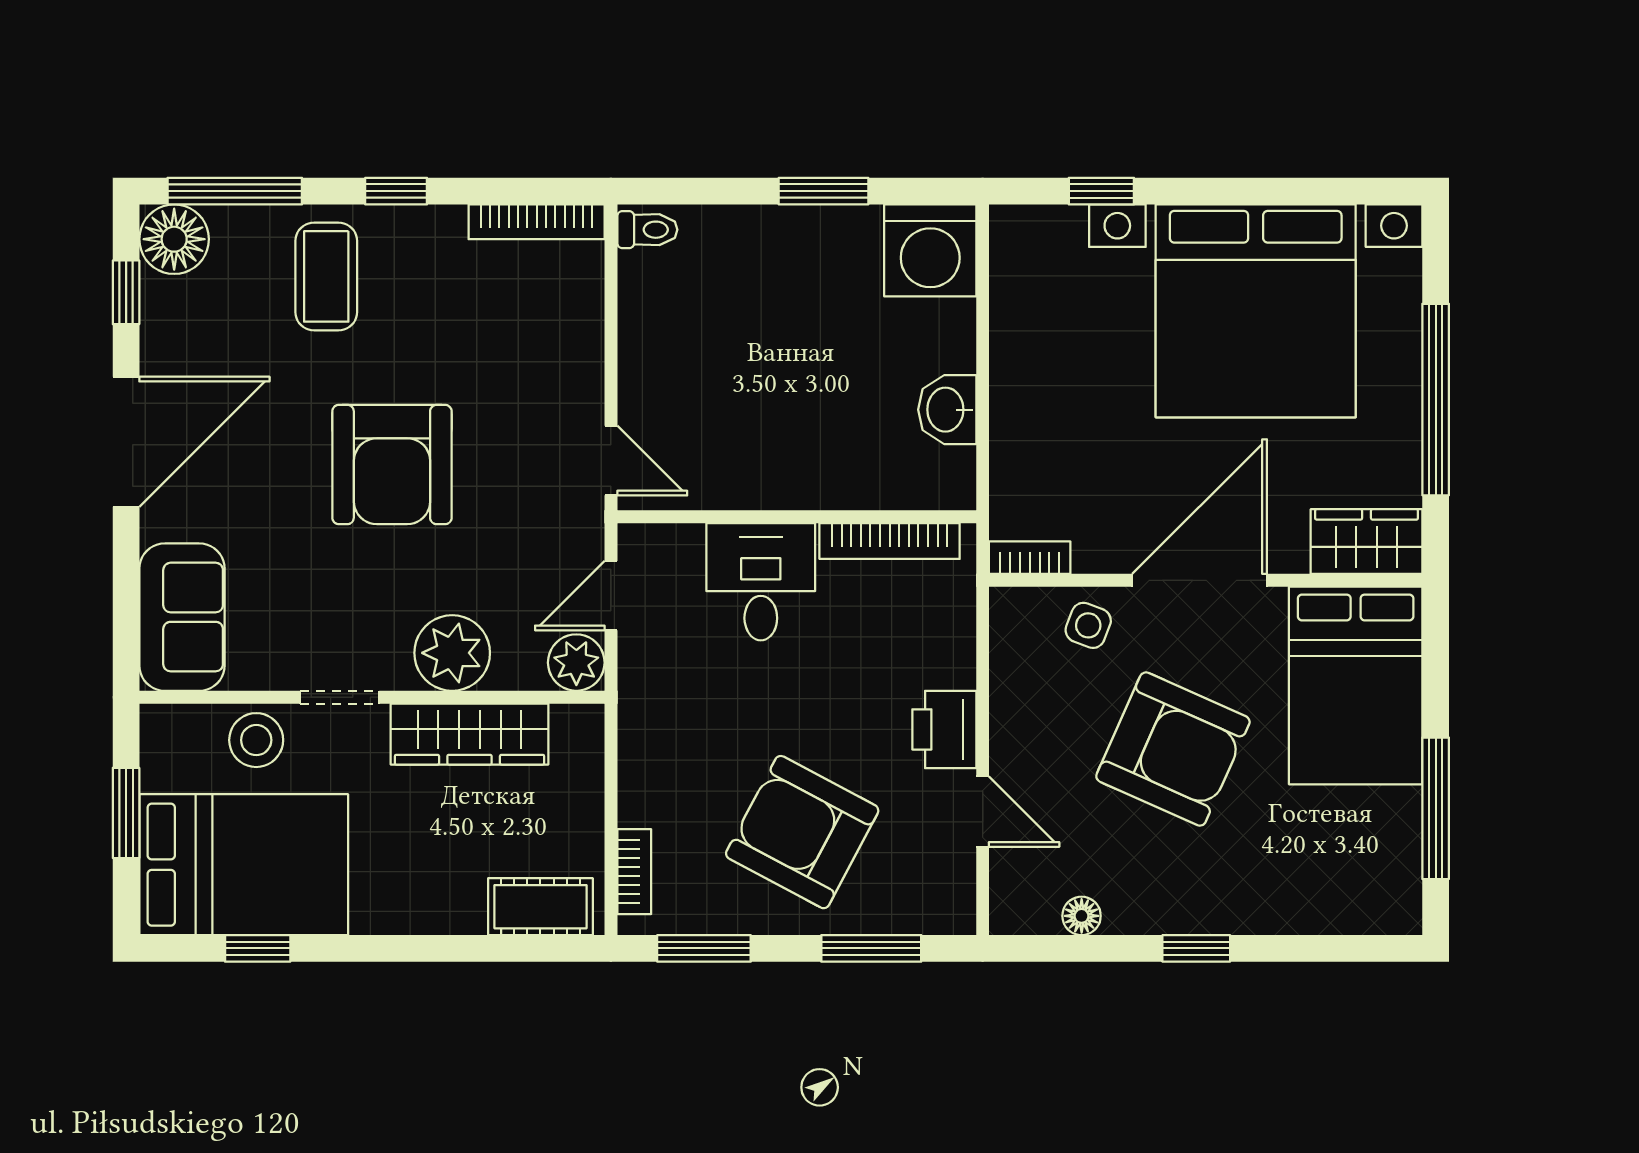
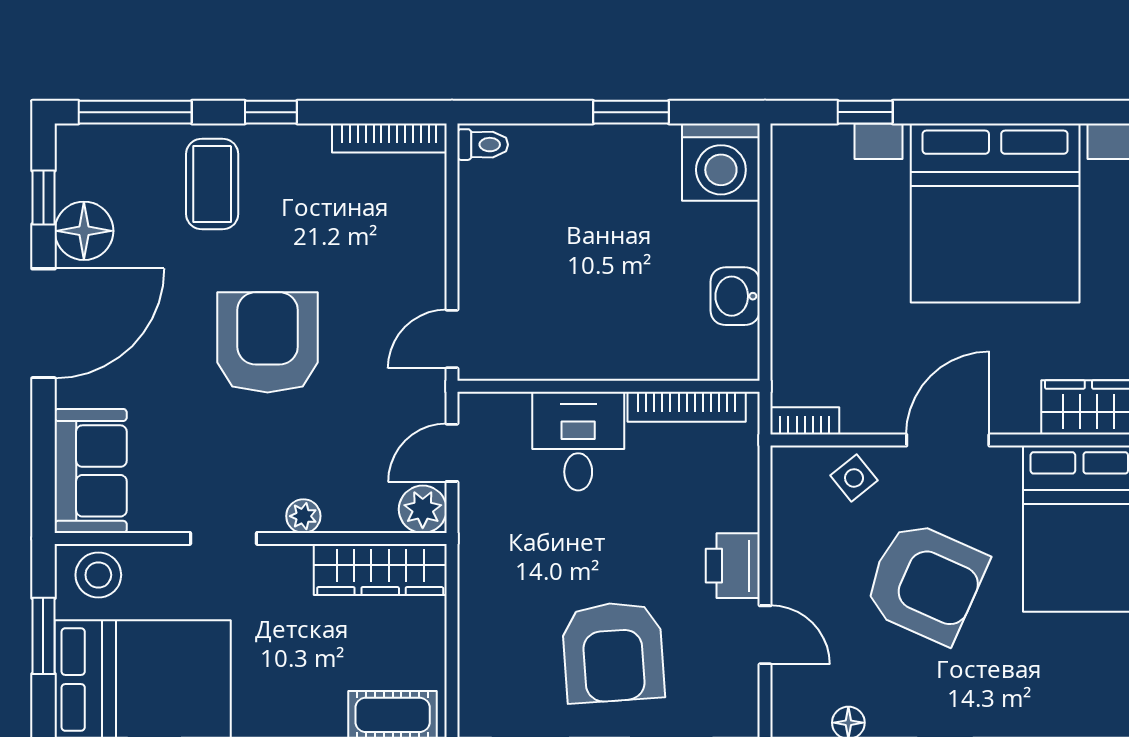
floor lamp: (174, 239) -> (84, 231), moved
door: (611, 460) -> (452, 339), swing flipped
armchair: (392, 465) -> (268, 342), turned 180
door: (1200, 580) -> (948, 440), width x0.73
side table: (1088, 625) -> (854, 478), turned 30
plant: (452, 653) -> (303, 516), width x0.53, depth x0.53
wardrobe: (469, 734) -> (380, 569), moved
stool: (256, 740) -> (98, 575), moved
armchair: (802, 832) -> (613, 652), turned -122
bookcase: (634, 872) -> (472, 685), removed

